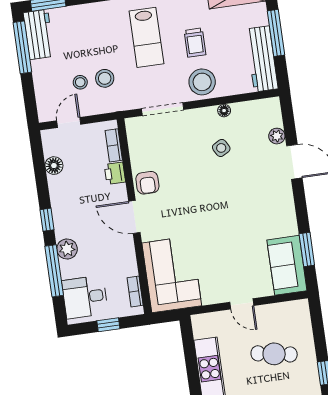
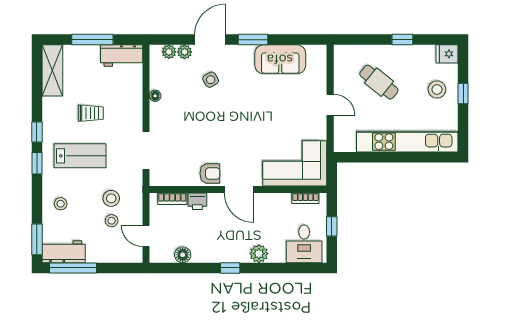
workbench: (262, 59) -> (122, 55), width x0.73
stool: (202, 82) -> (61, 204), moved, width x0.53, depth x0.53
plant: (275, 119) -> (169, 52), added
side table: (221, 148) -> (211, 80), moved
door: (134, 217) -> (239, 190), hinge flipped
window: (307, 249) -> (253, 40), moved
sofa: (287, 265) -> (280, 59), moved
window: (54, 271) -> (277, 268), removed
door: (242, 304) -> (330, 105), hinge flipped
cafe table: (274, 354) -> (379, 82), turned -61

